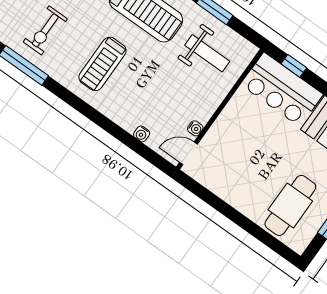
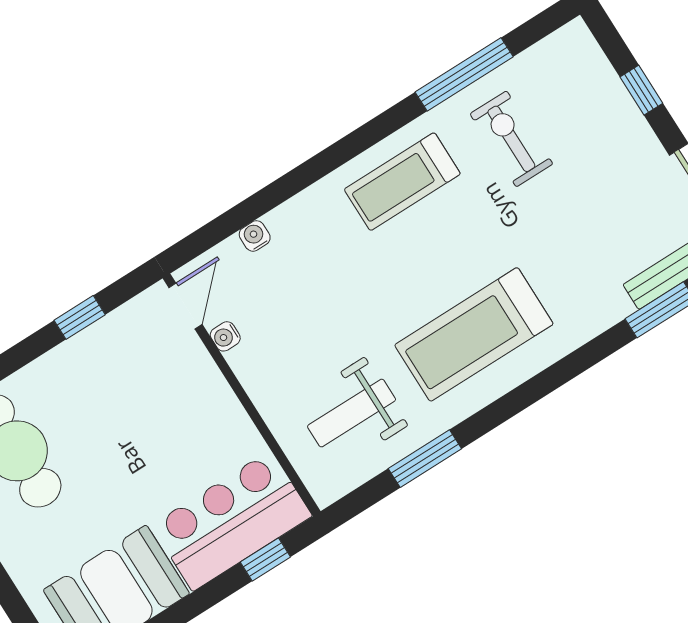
treadmill: (102, 64) -> (402, 182), moved, turned -90
window: (215, 202) -> (80, 317), added

